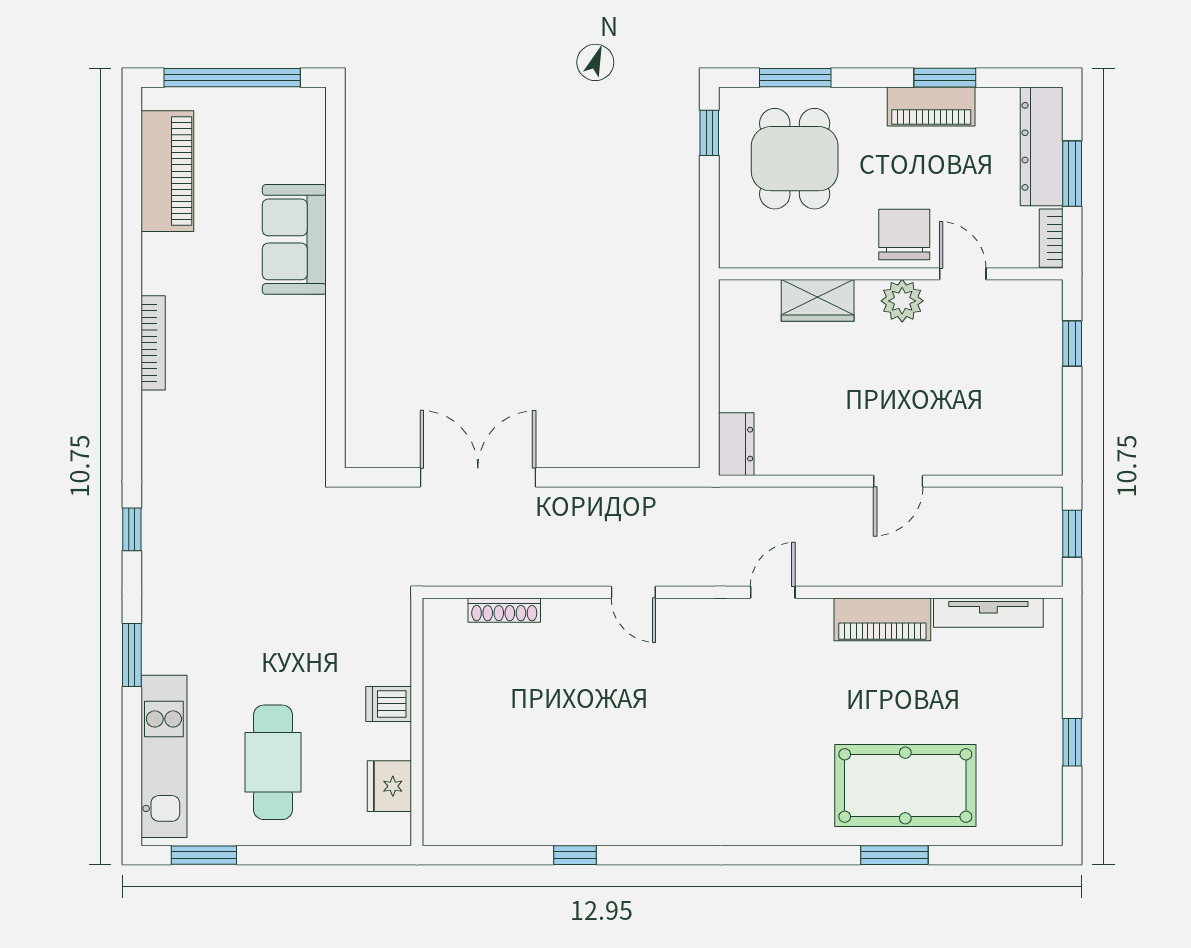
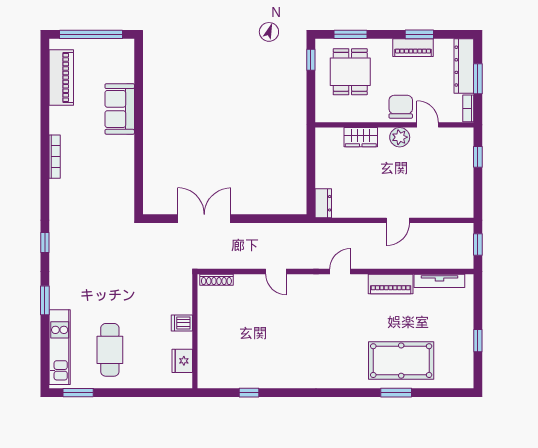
dishwasher: (389, 704) -> (182, 323), moved
wall: (417, 722) -> (195, 331), moved
fridge: (389, 786) -> (182, 361), moved

